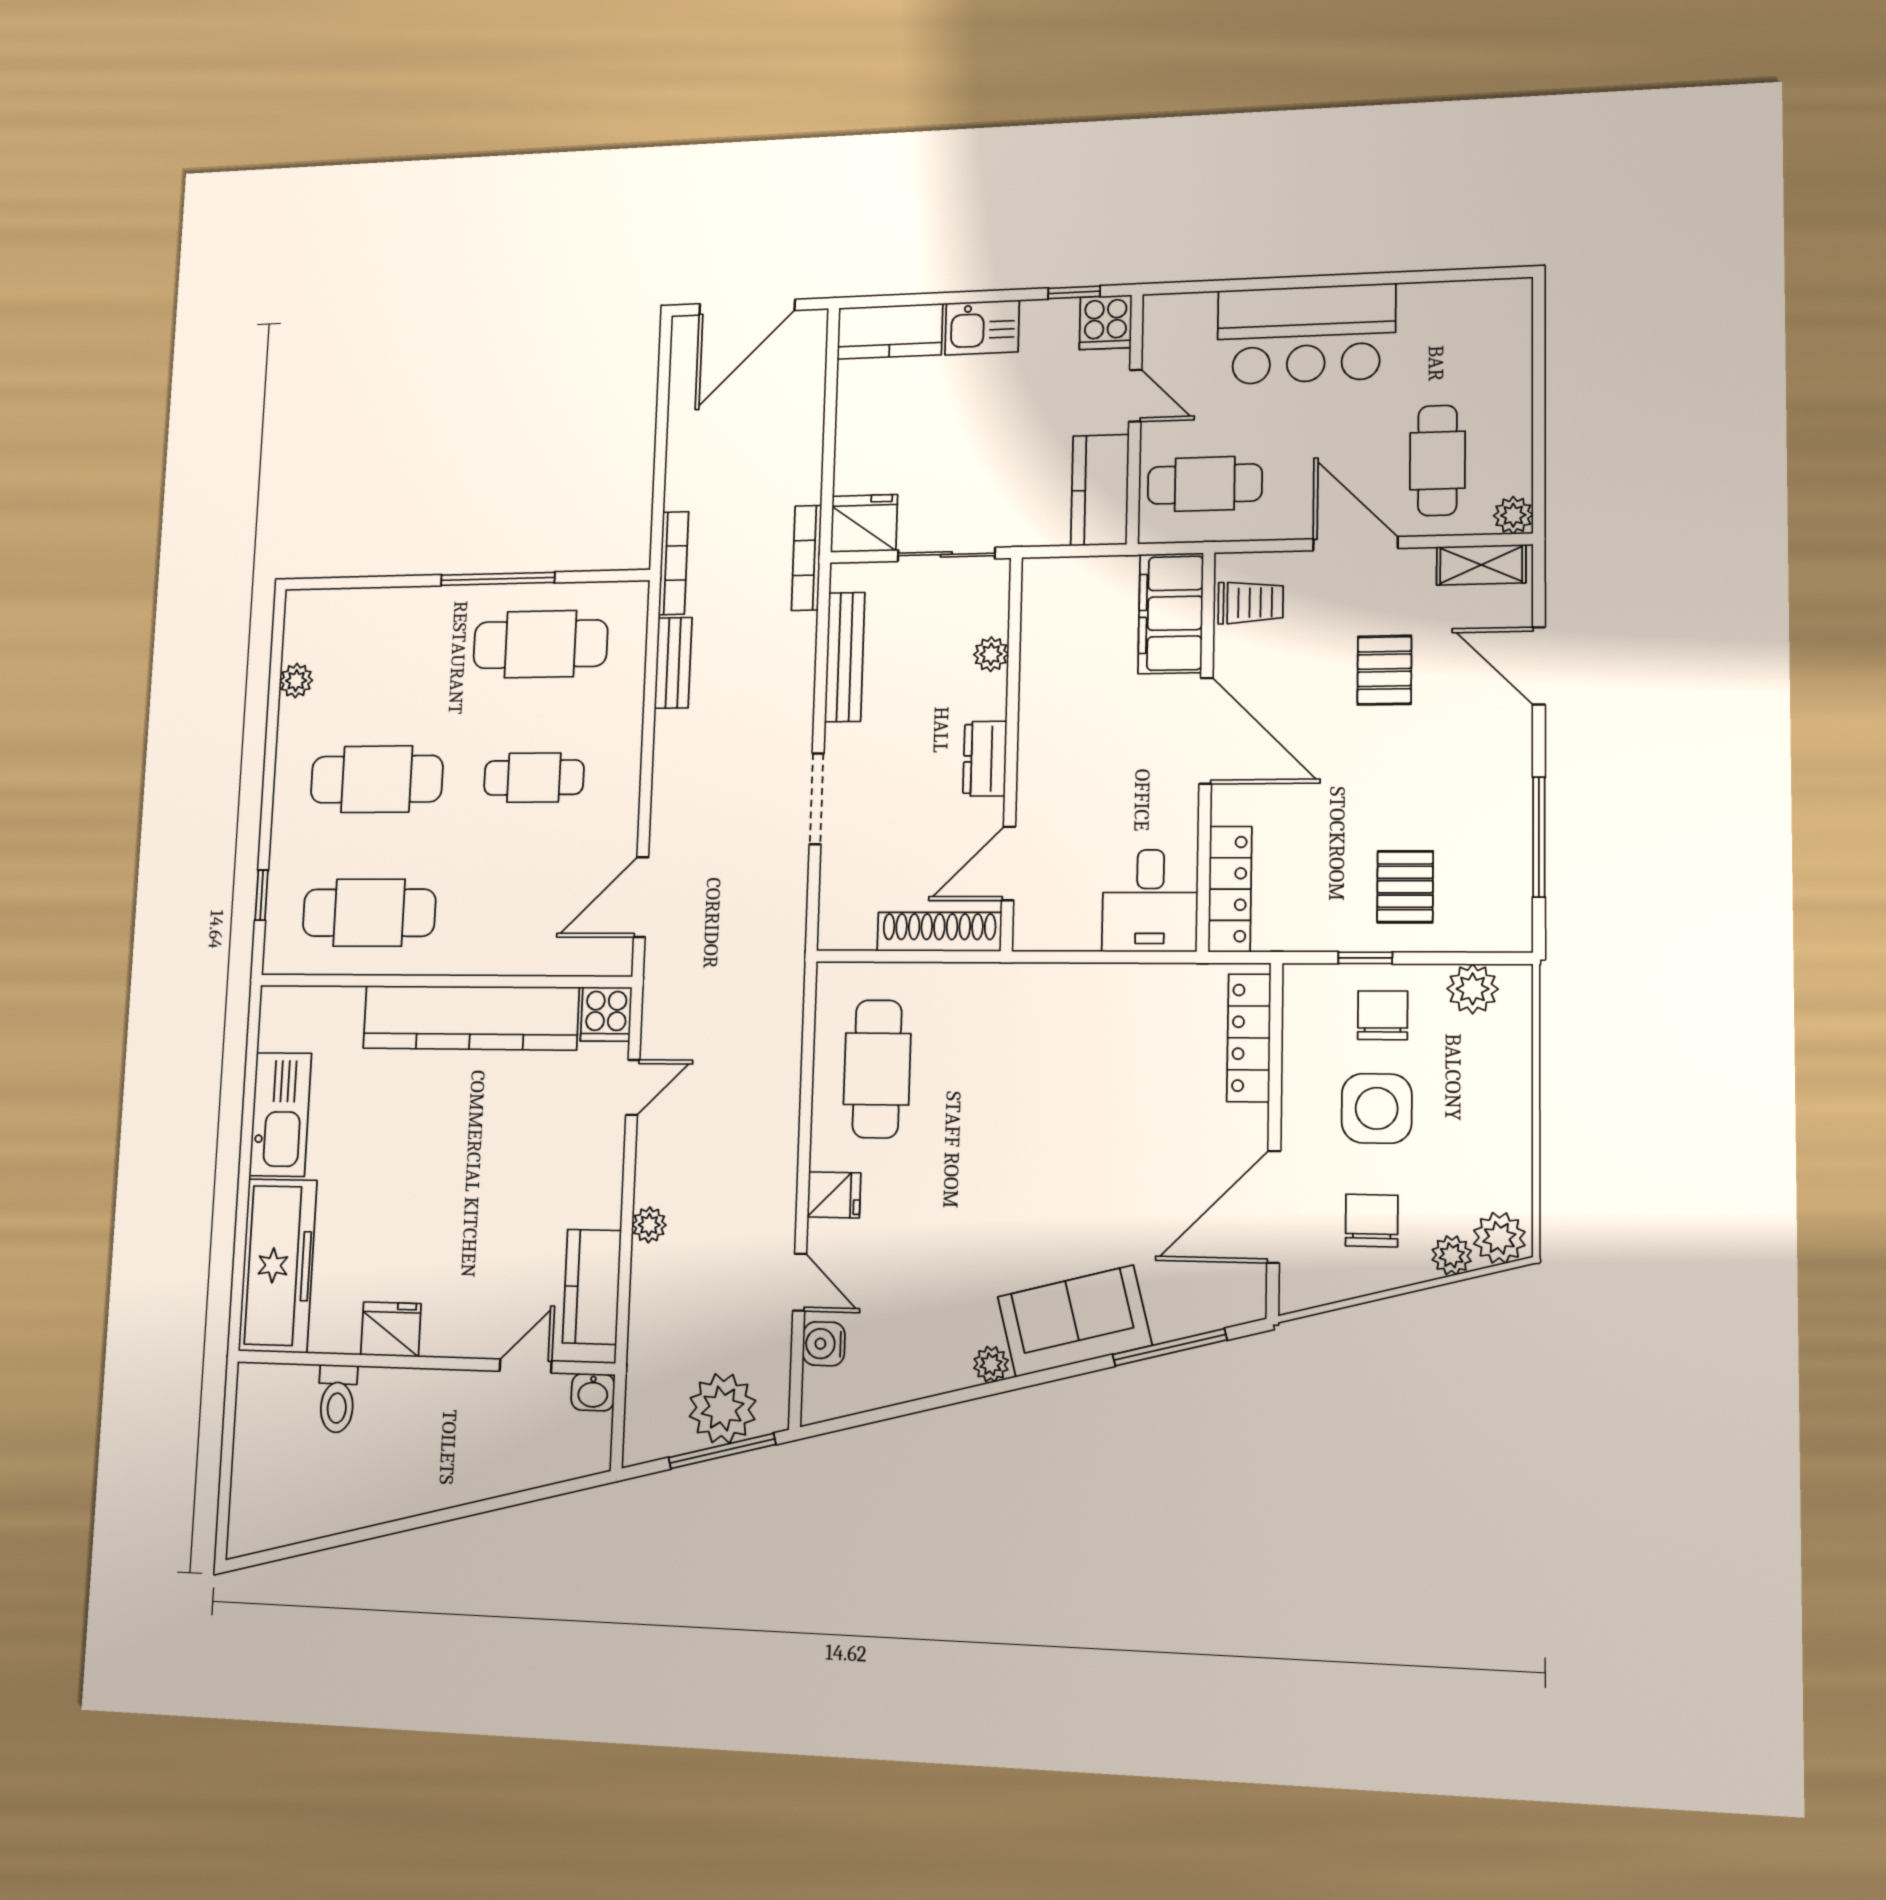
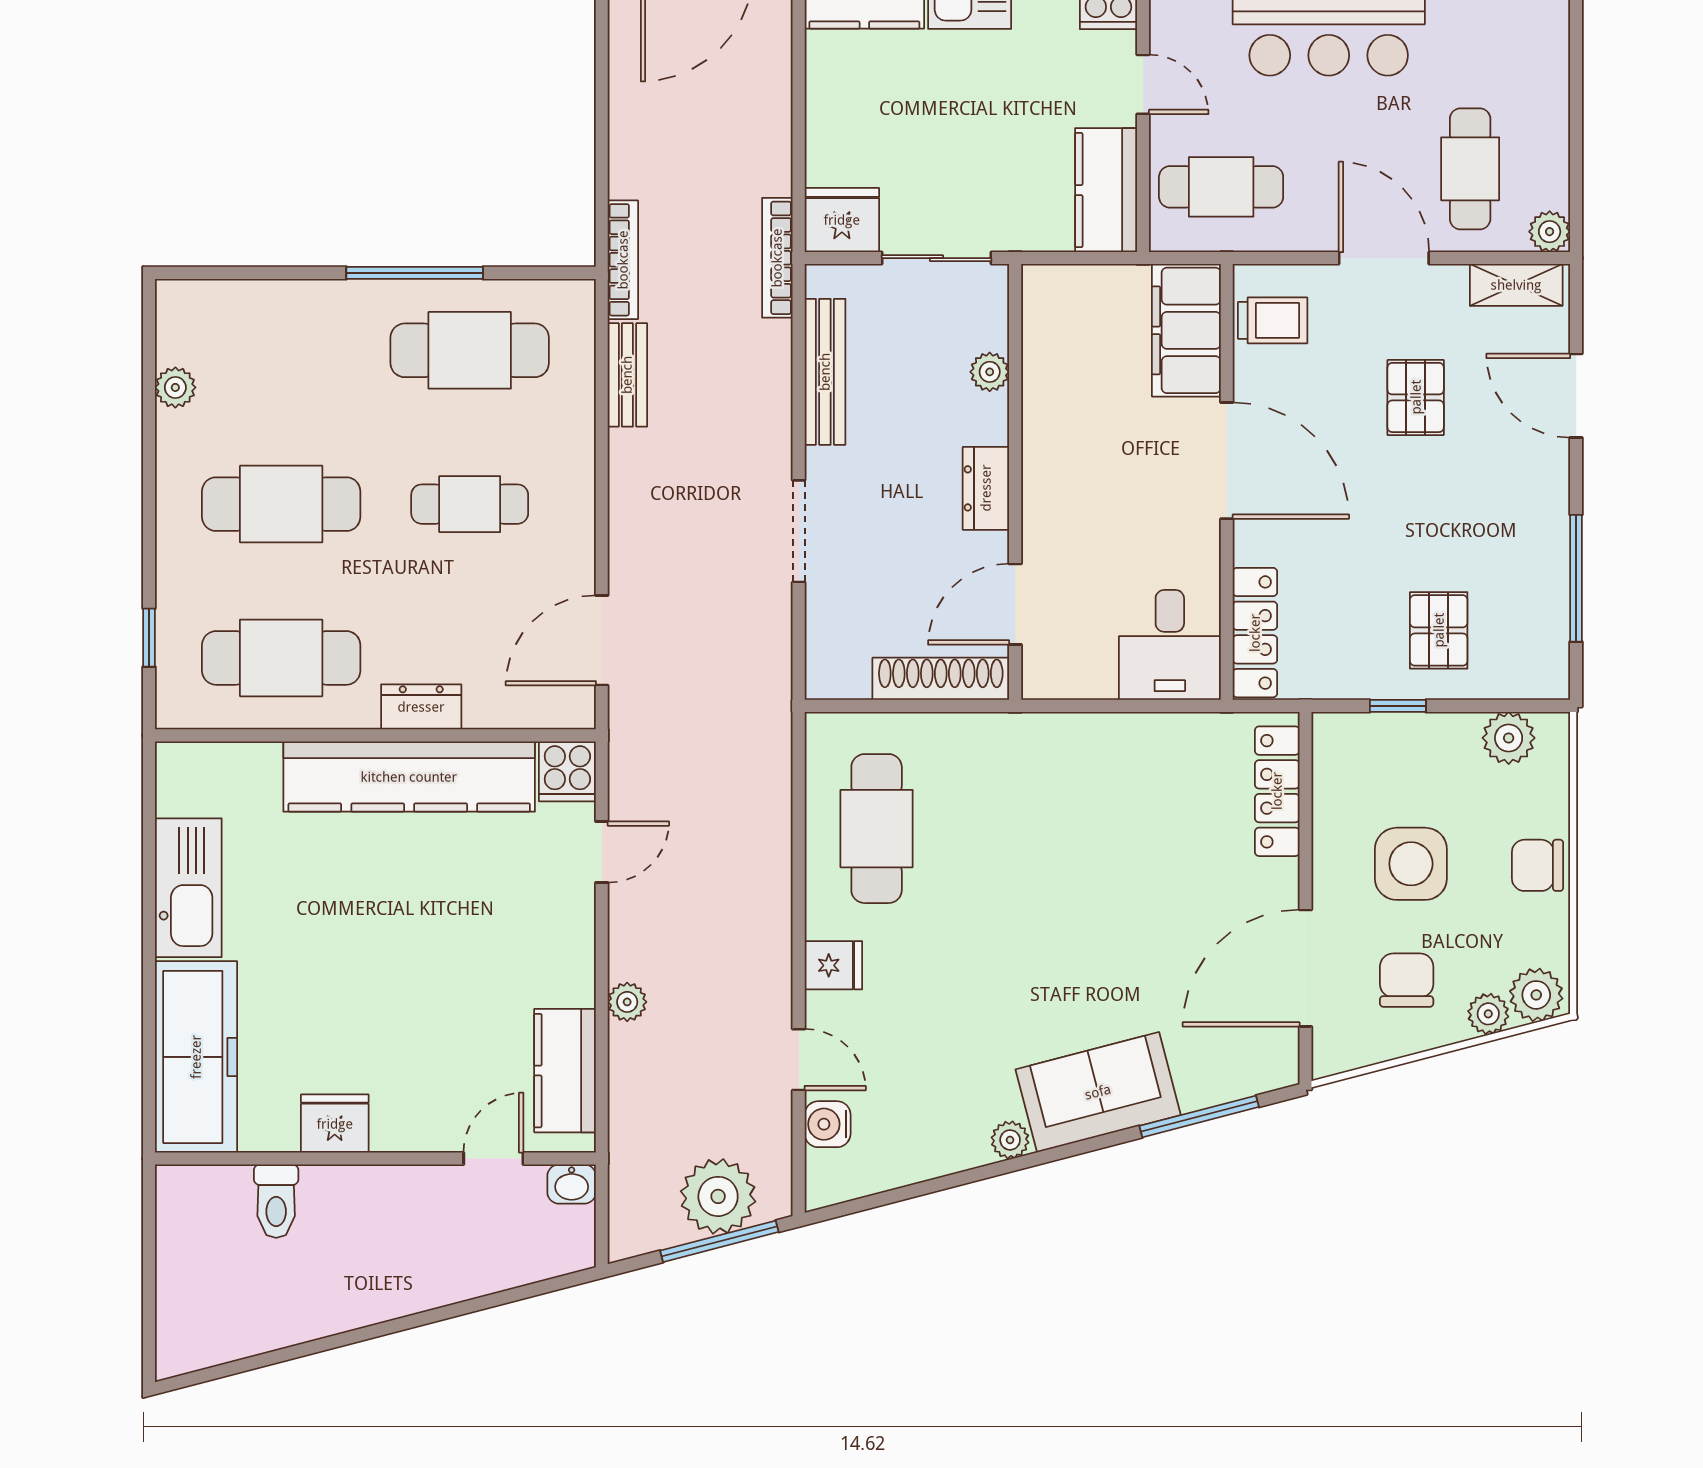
dresser: (484, 956) -> (421, 707), added
chair: (1383, 1015) -> (1537, 865), moved, turned -90

